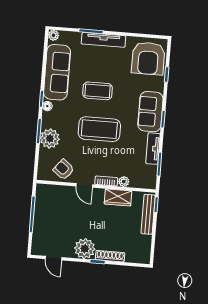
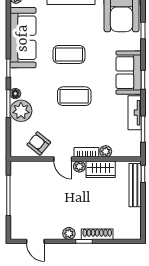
floor lamp: (47, 106) -> (15, 94), moved
coffee table: (99, 129) -> (74, 96), width x0.73, depth x0.76
plant: (99, 193) -> (79, 167), added
plant: (85, 249) -> (69, 233), width x0.53, depth x0.53

